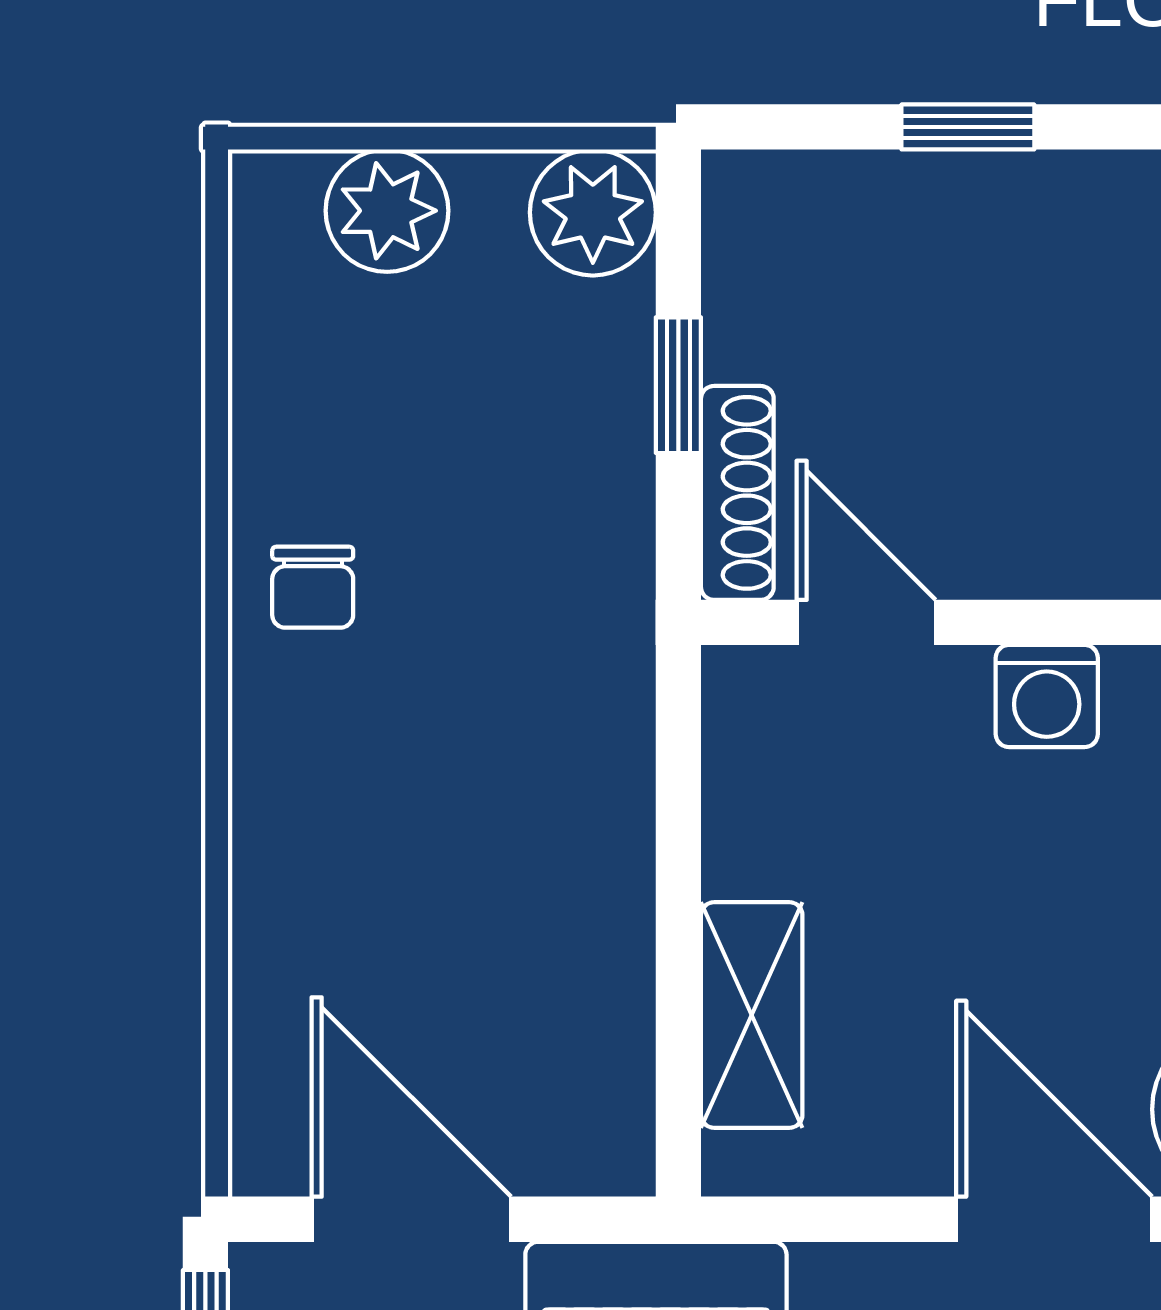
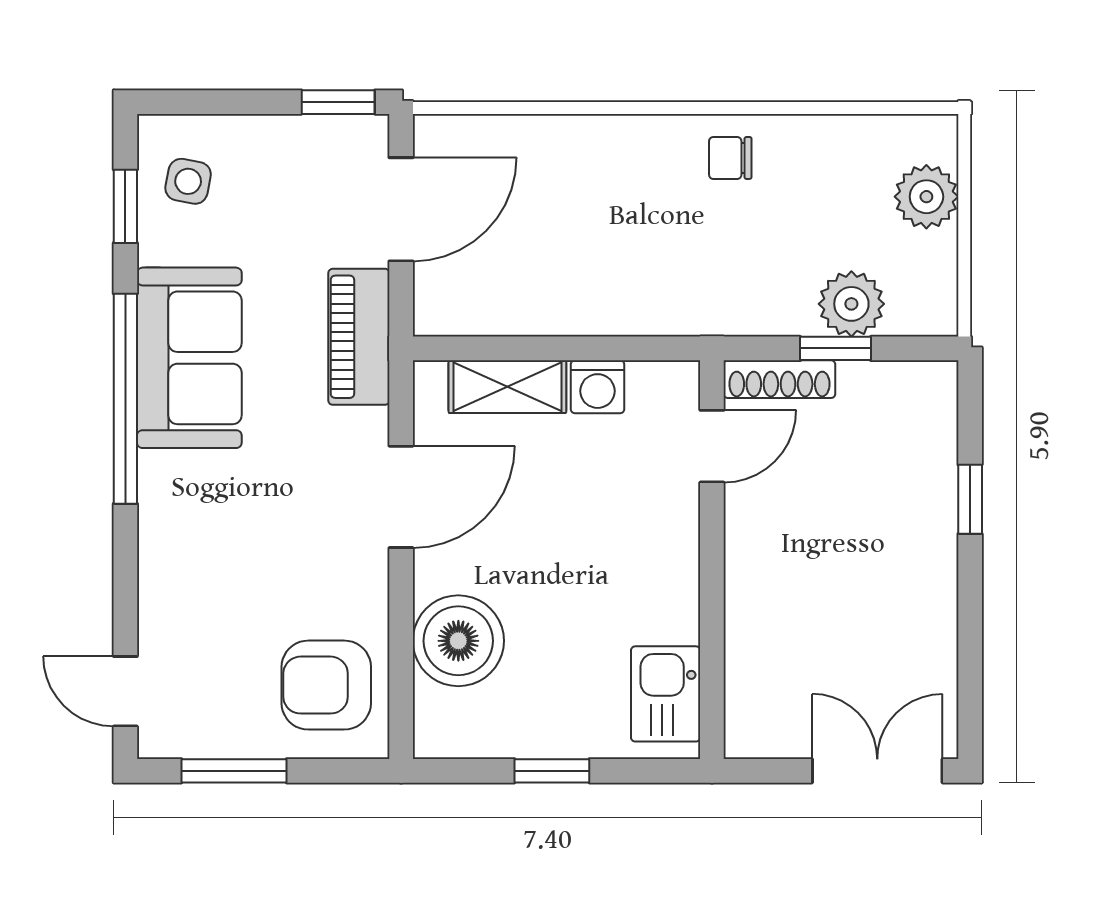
plant: (593, 212) -> (851, 304), moved
washing machine: (1047, 696) -> (598, 387), moved, turned -90
door: (1054, 1219) -> (401, 497), moved

